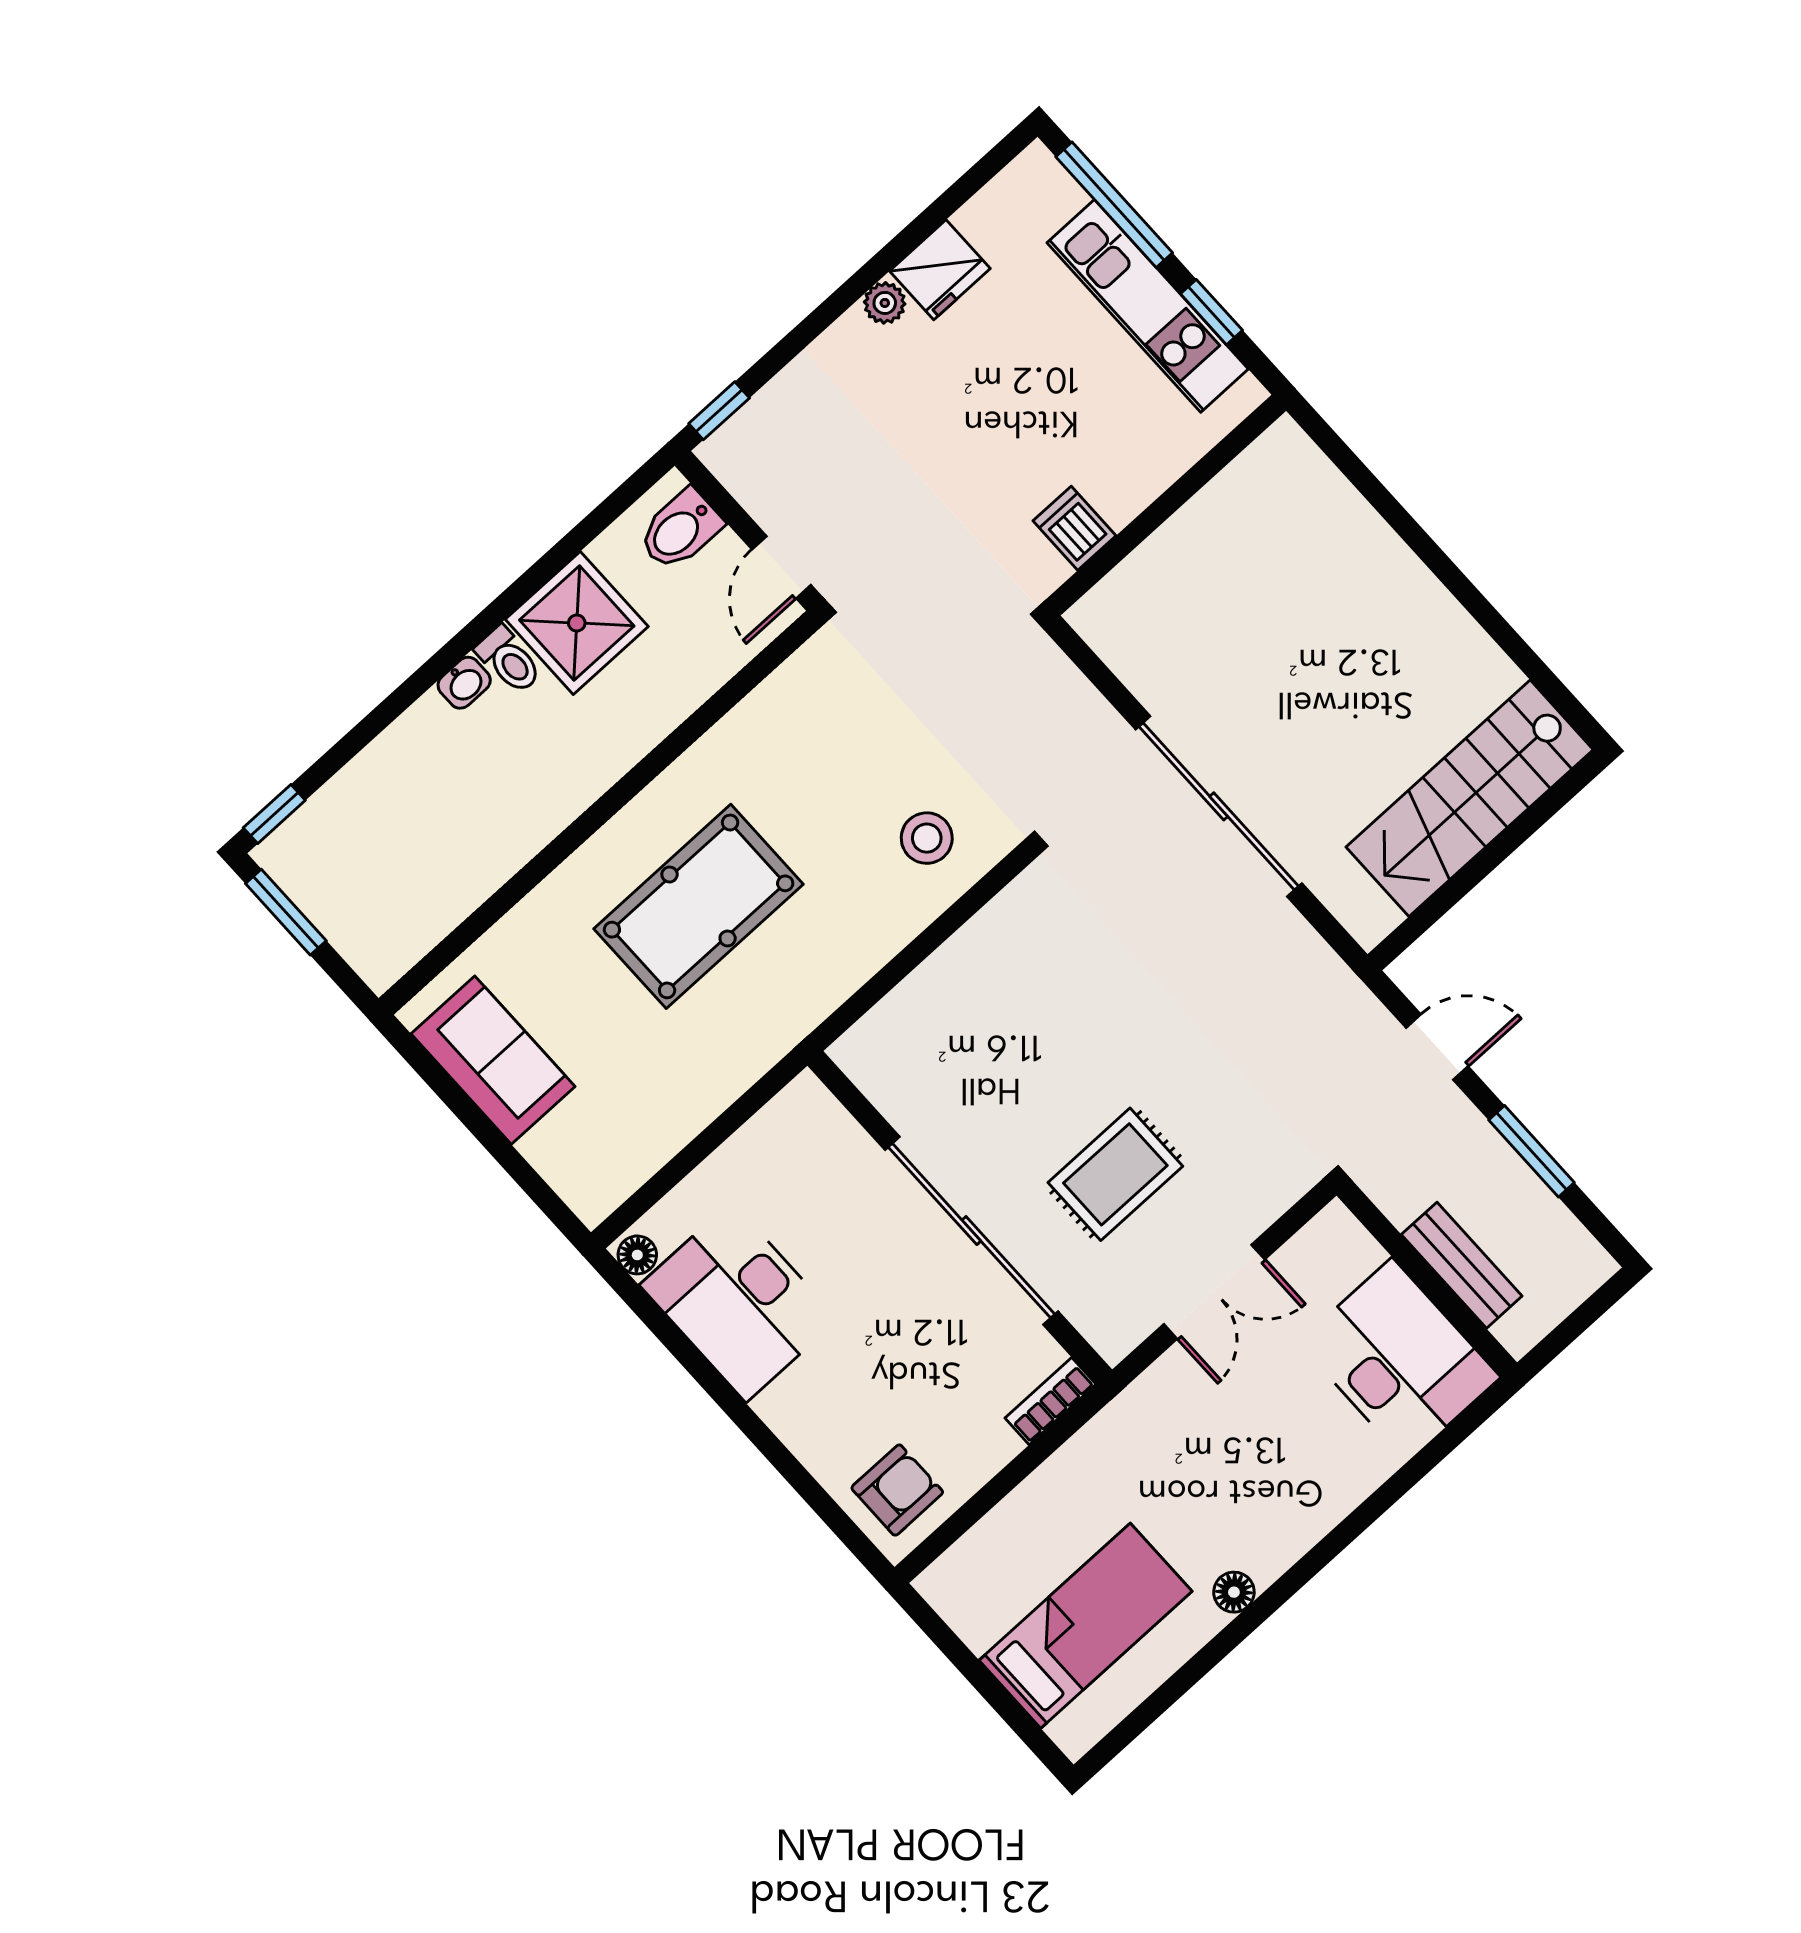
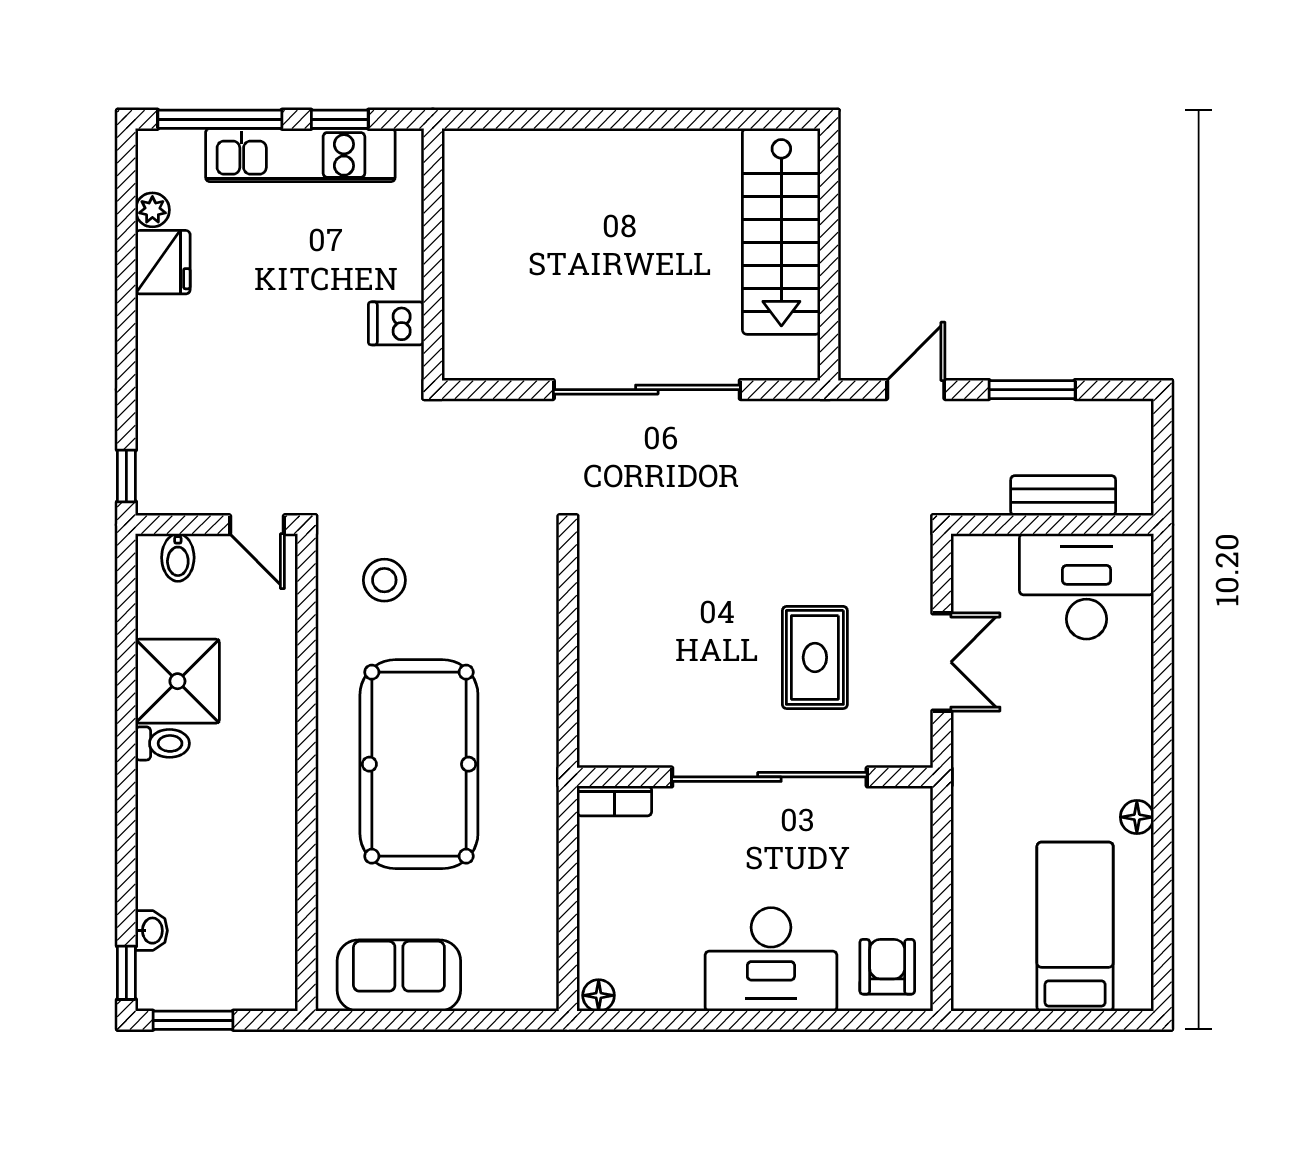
plant: (885, 303) -> (152, 210), moved
bidet: (680, 530) -> (178, 558), width x0.72, depth x0.74
washbasin: (464, 683) -> (151, 931), moved
stool: (927, 838) -> (384, 580), moved
pool table: (699, 906) -> (419, 764), width x1.36, depth x1.32
desk: (739, 1302) -> (771, 959), moved
bookcase: (1050, 1401) -> (614, 801), moved, turned -90

